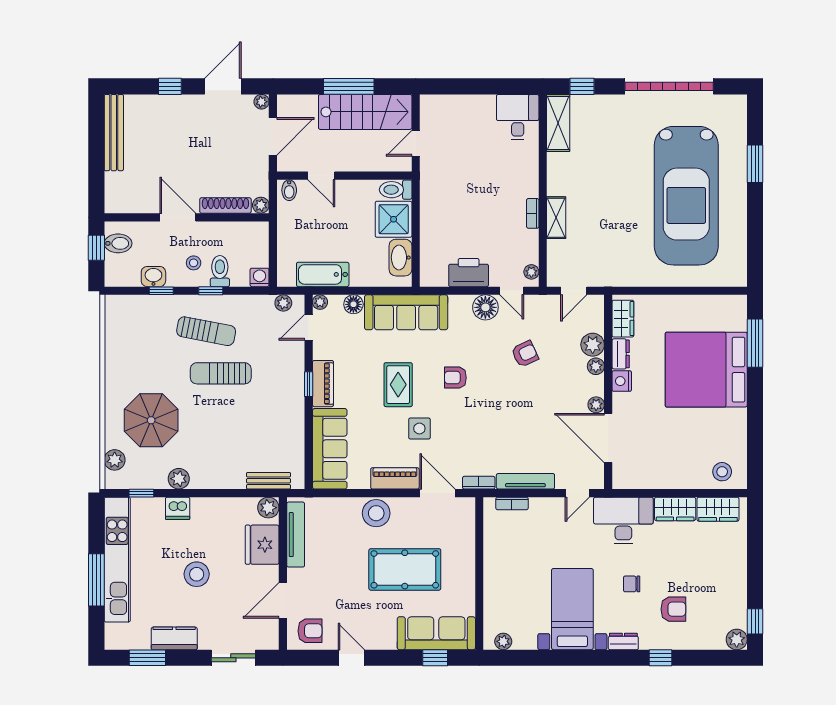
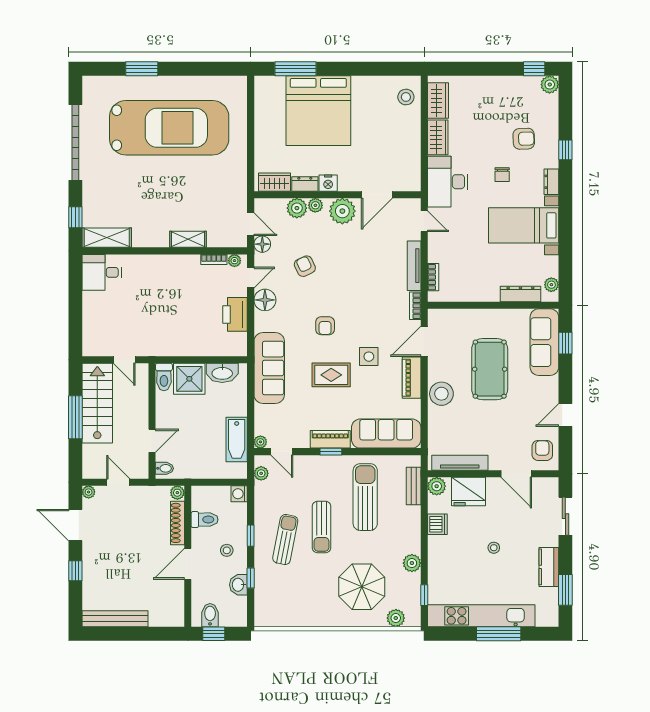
door: (273, 136) -> (118, 482), width x0.73
bookcase: (533, 213) -> (214, 259), moved
toilet: (220, 271) -> (204, 520), moved, turned 180
floor lamp: (353, 304) -> (262, 244), moved
plant: (596, 405) -> (342, 211), width x1.88, depth x1.88
sun lounger: (256, 424) -> (365, 497), added
door: (608, 438) -> (377, 195), width x0.73
dishwasher: (178, 508) -> (437, 524), moved
stool: (197, 574) -> (494, 548), width x0.53, depth x0.53
dresser: (492, 605) -> (520, 294), added
armchair: (673, 609) -> (524, 139), turned 88

